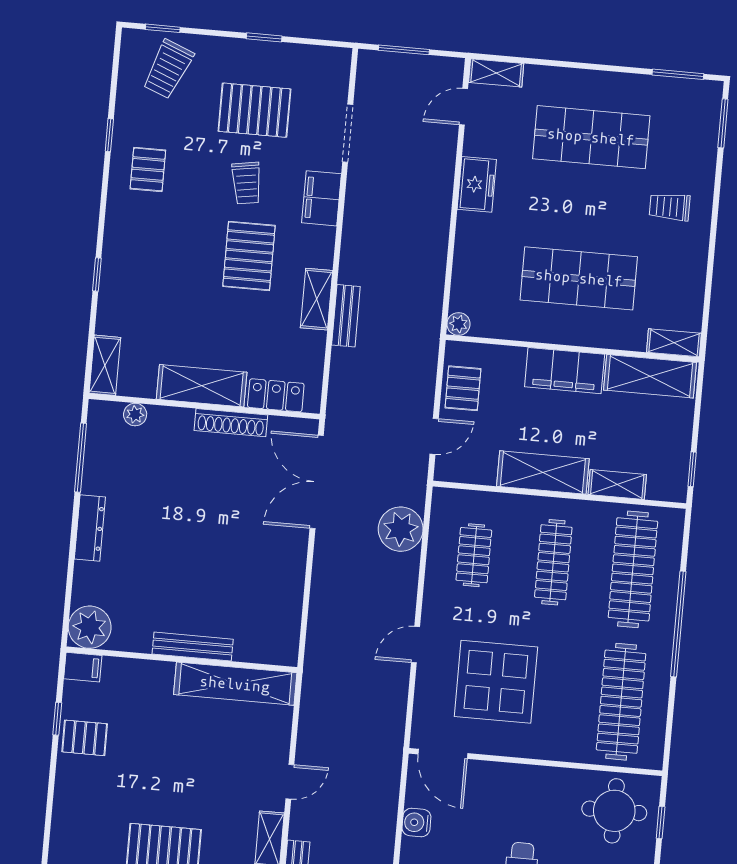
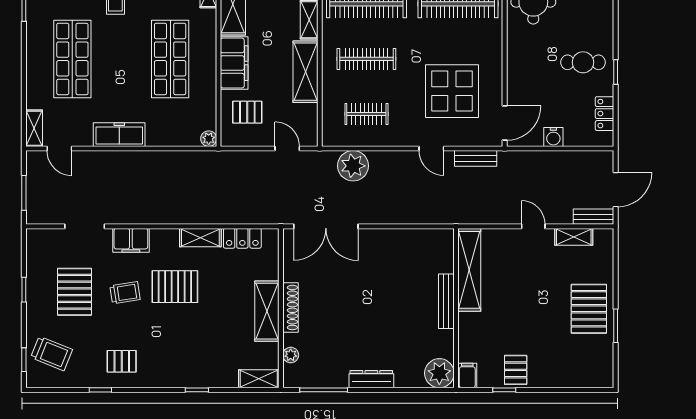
freezer: (477, 184) -> (119, 135), width x1.40
bench: (346, 316) -> (476, 158), moved
pallet: (463, 388) -> (247, 112), moved
locker: (276, 395) -> (242, 238), moved, turned -90
shoe rack: (231, 423) -> (290, 307), moved

